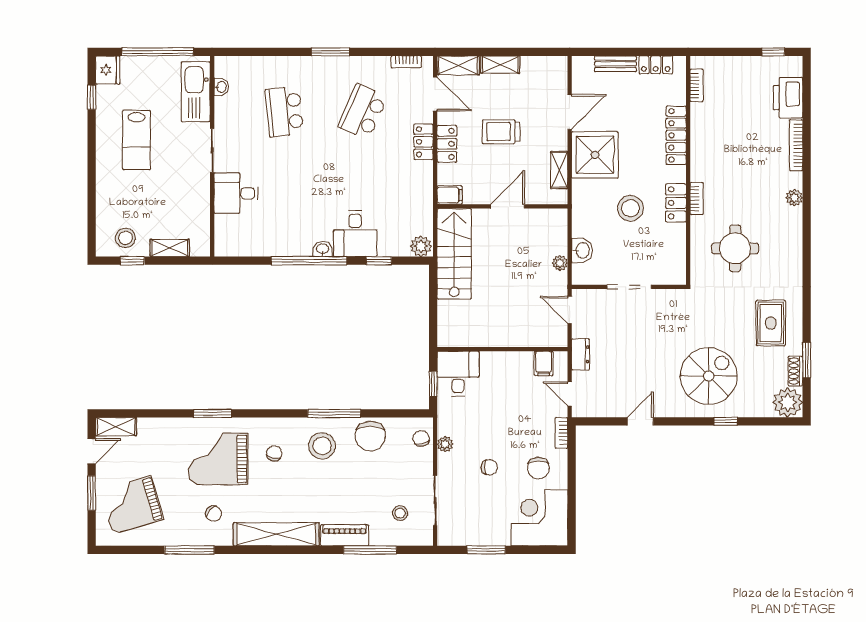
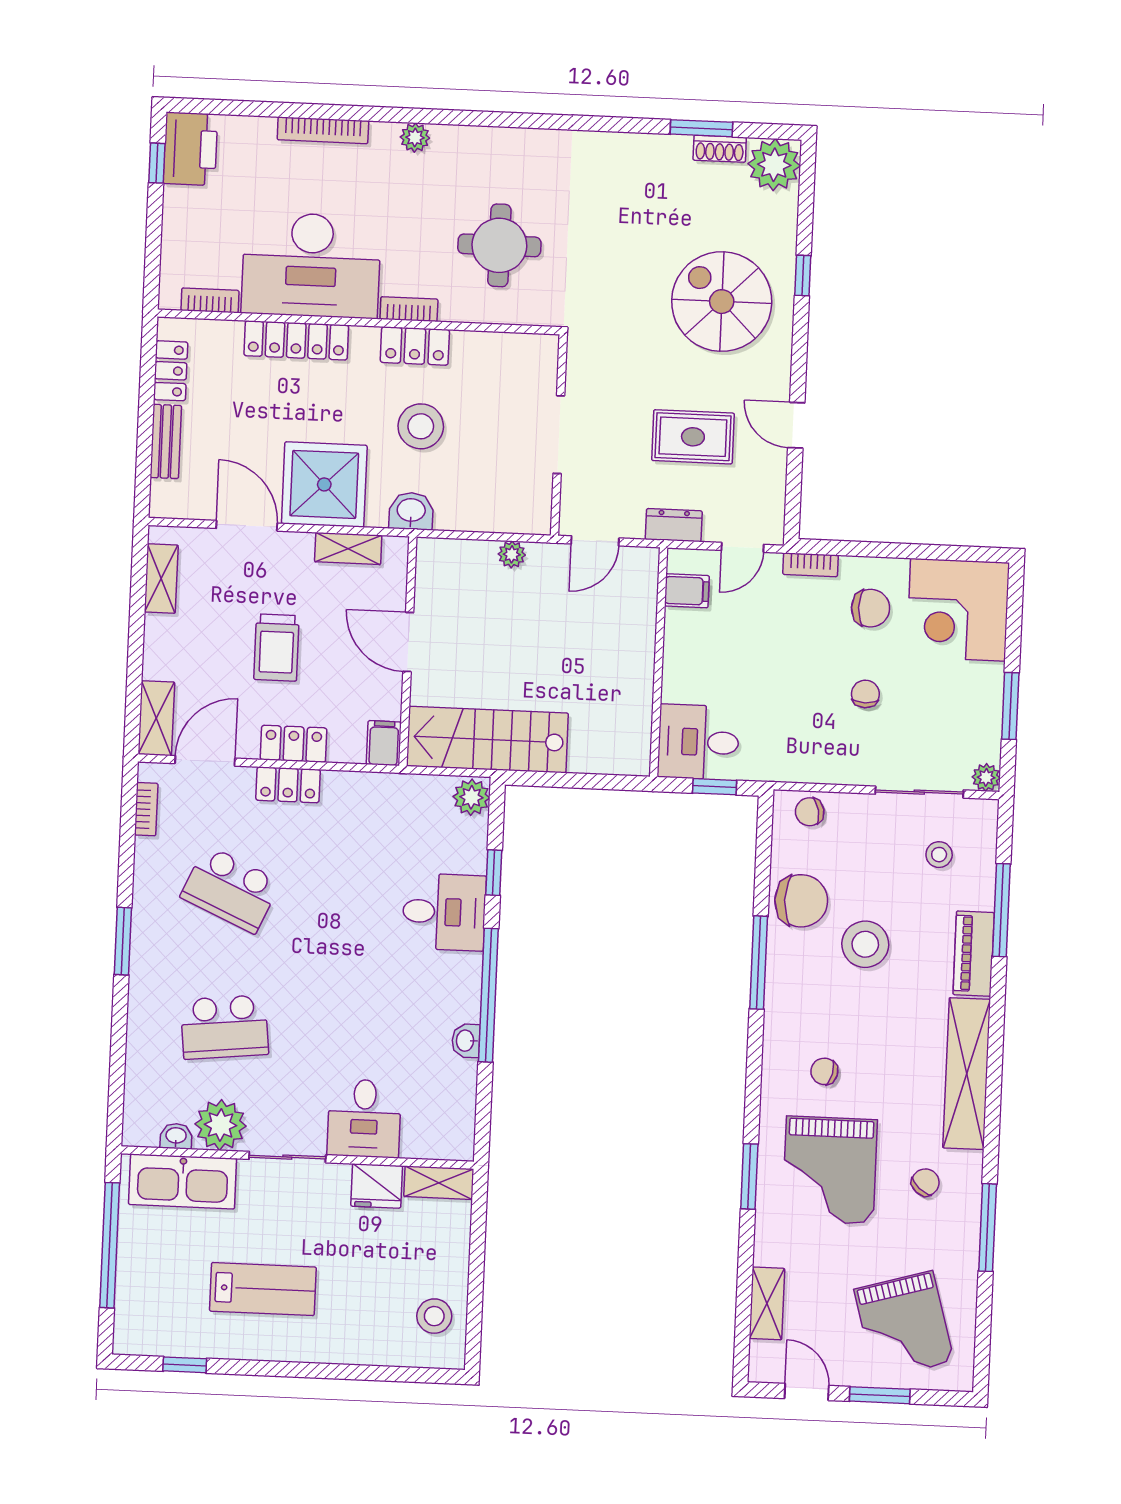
shelving: (500, 65) -> (161, 579), moved
fridge: (108, 70) -> (377, 1186), moved, turned 180
printer: (788, 98) -> (190, 149), moved, turned -90
plant: (229, 112) -> (221, 1125), added
desk: (719, 142) -> (311, 265), added
shelving: (170, 248) -> (439, 1183), moved, turned 90
washbasin: (323, 249) -> (466, 1041), moved
washbasin: (582, 250) -> (411, 511), moved
window: (132, 261) -> (475, 1306), removed
rug: (771, 323) -> (693, 437), moved
shelving: (116, 427) -> (767, 1303), moved
plant: (445, 444) -> (986, 777), moved
stool: (322, 446) -> (865, 944), moved

